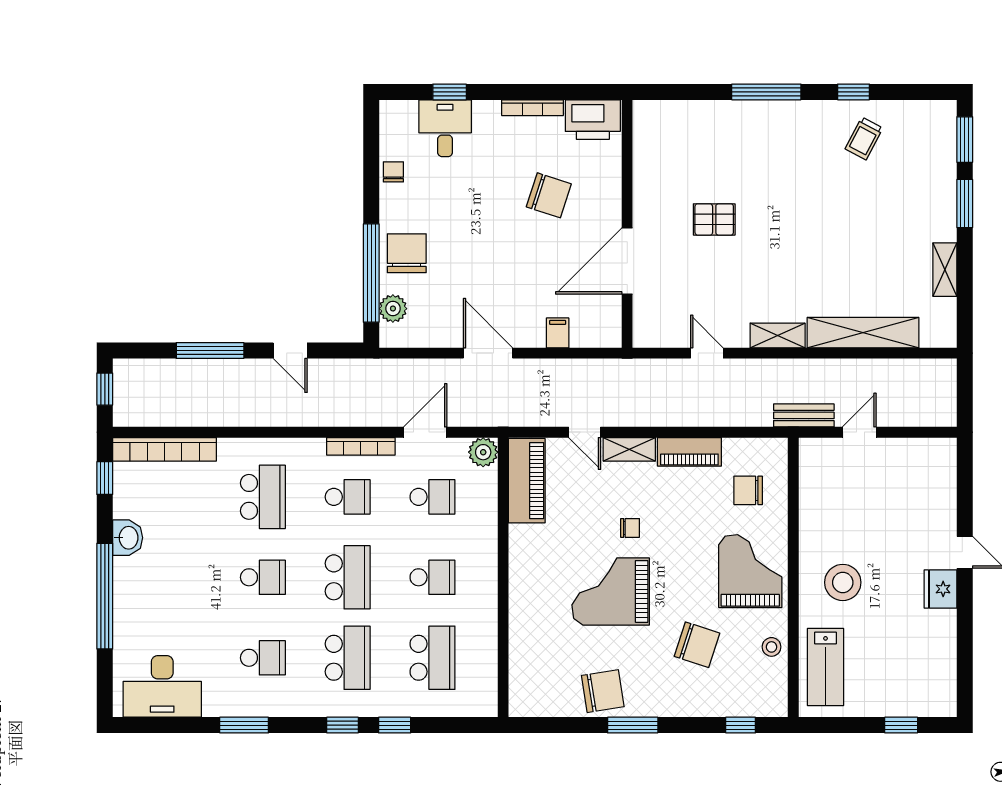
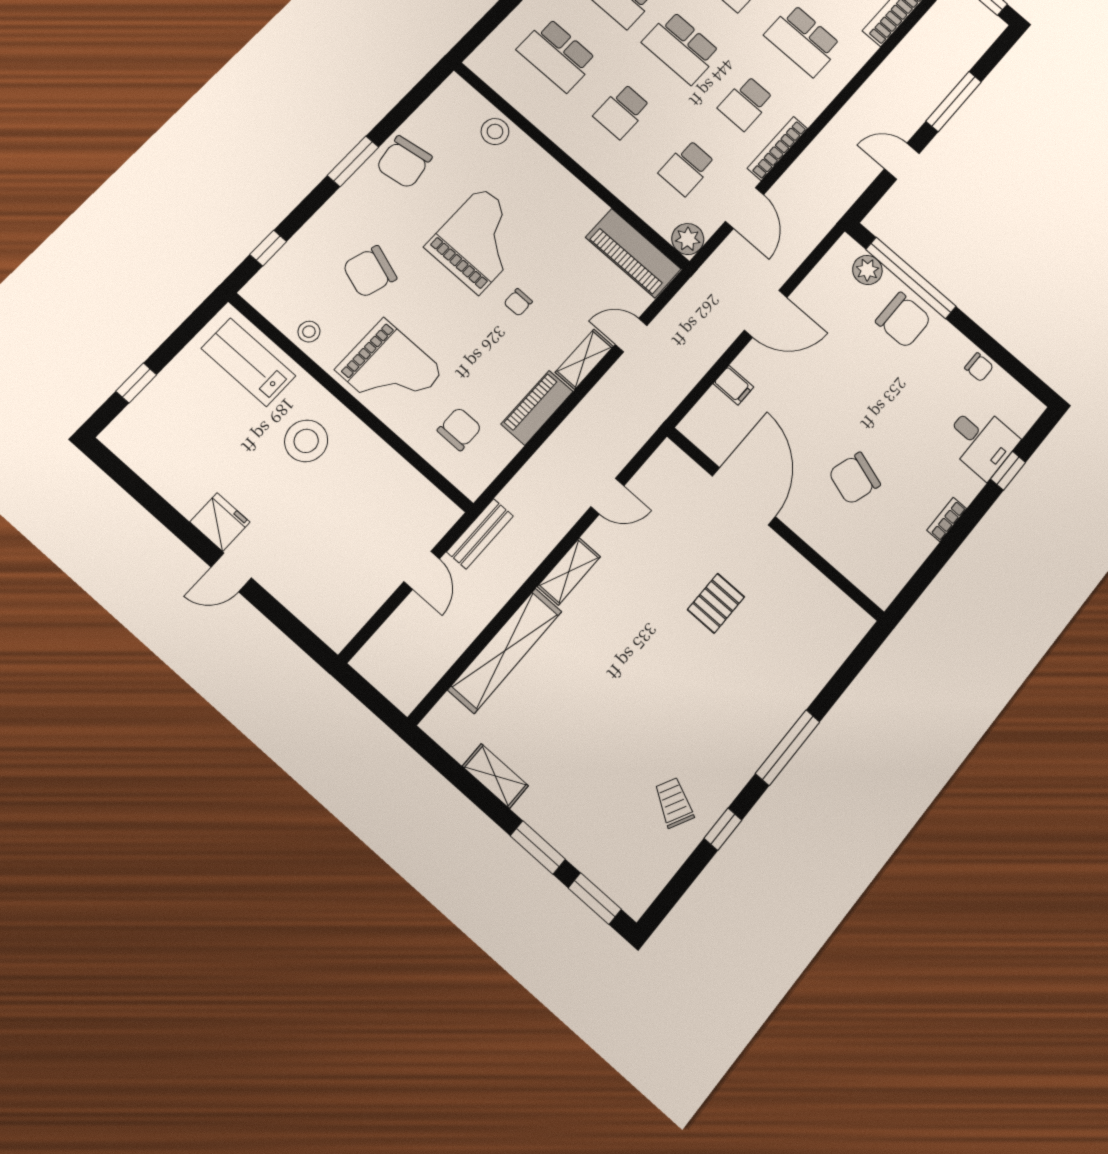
bookcase: (532, 108) -> (947, 519), width x0.64
printer: (593, 120) -> (888, 572), removed
stool: (526, 650) -> (495, 132), added

